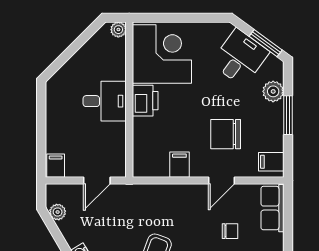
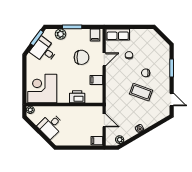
desk: (105, 101) -> (51, 126), moved, turned -135
printer: (145, 101) -> (77, 97), moved
chair: (226, 134) -> (81, 57), turned -90
door: (221, 180) -> (104, 59), hinge flipped

